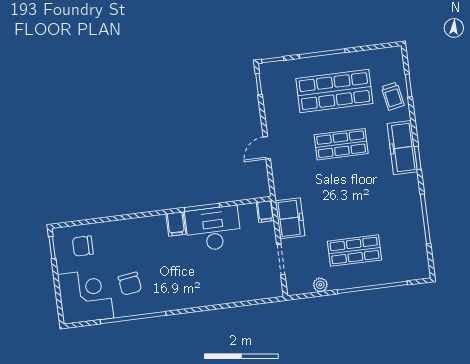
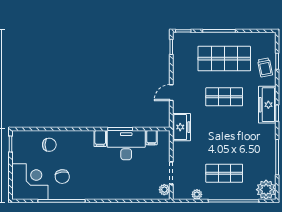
filing cabinet: (265, 211) -> (152, 138), moved
freezer: (290, 218) -> (181, 127), moved
chair: (83, 246) -> (49, 145), moved, turned 180
plant: (416, 266) -> (266, 190), added
plant: (274, 284) -> (164, 190), added

